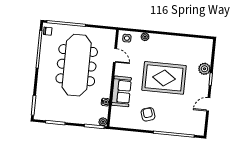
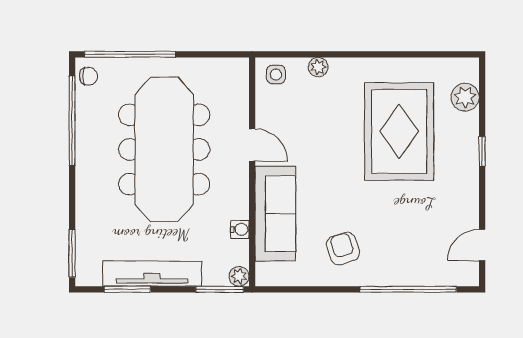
door: (115, 55) -> (252, 145), moved
plant: (204, 69) -> (465, 97), moved
rug: (164, 78) -> (399, 132), moved, turned 90
sofa: (121, 91) -> (275, 213), width x1.36
door: (208, 104) -> (482, 245), moved
tv unit: (66, 117) -> (152, 274), added

